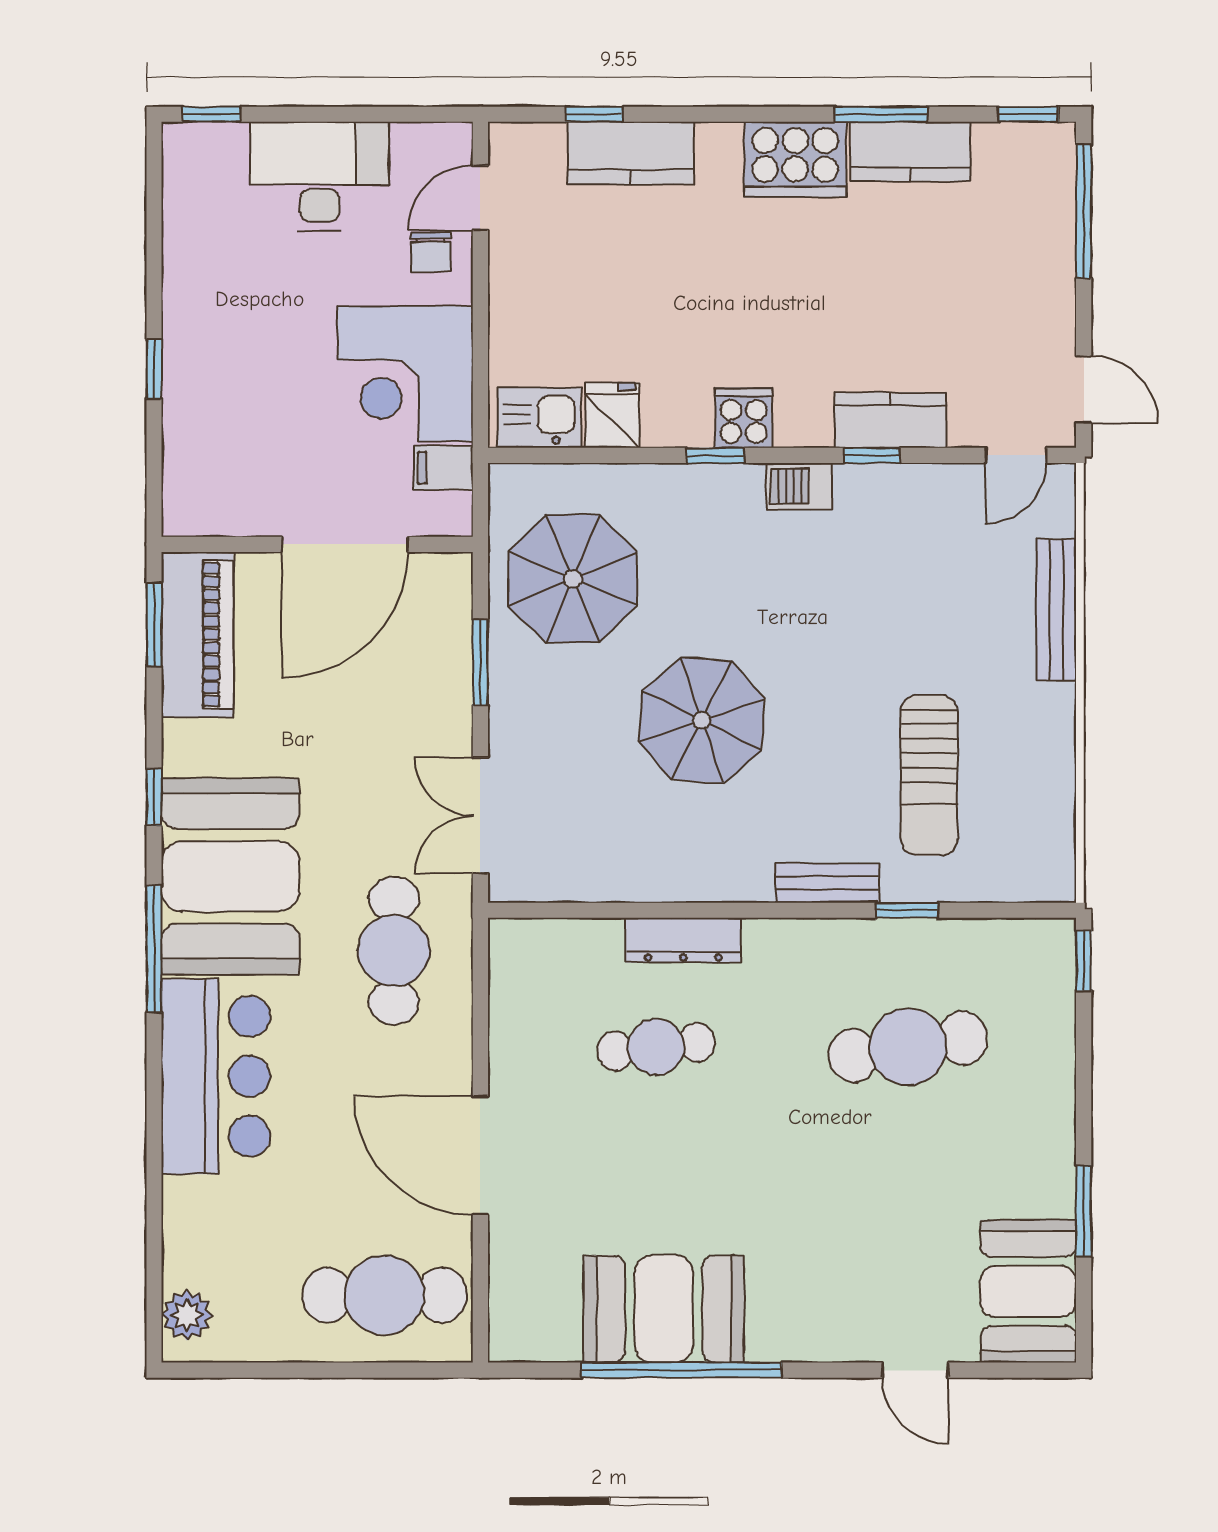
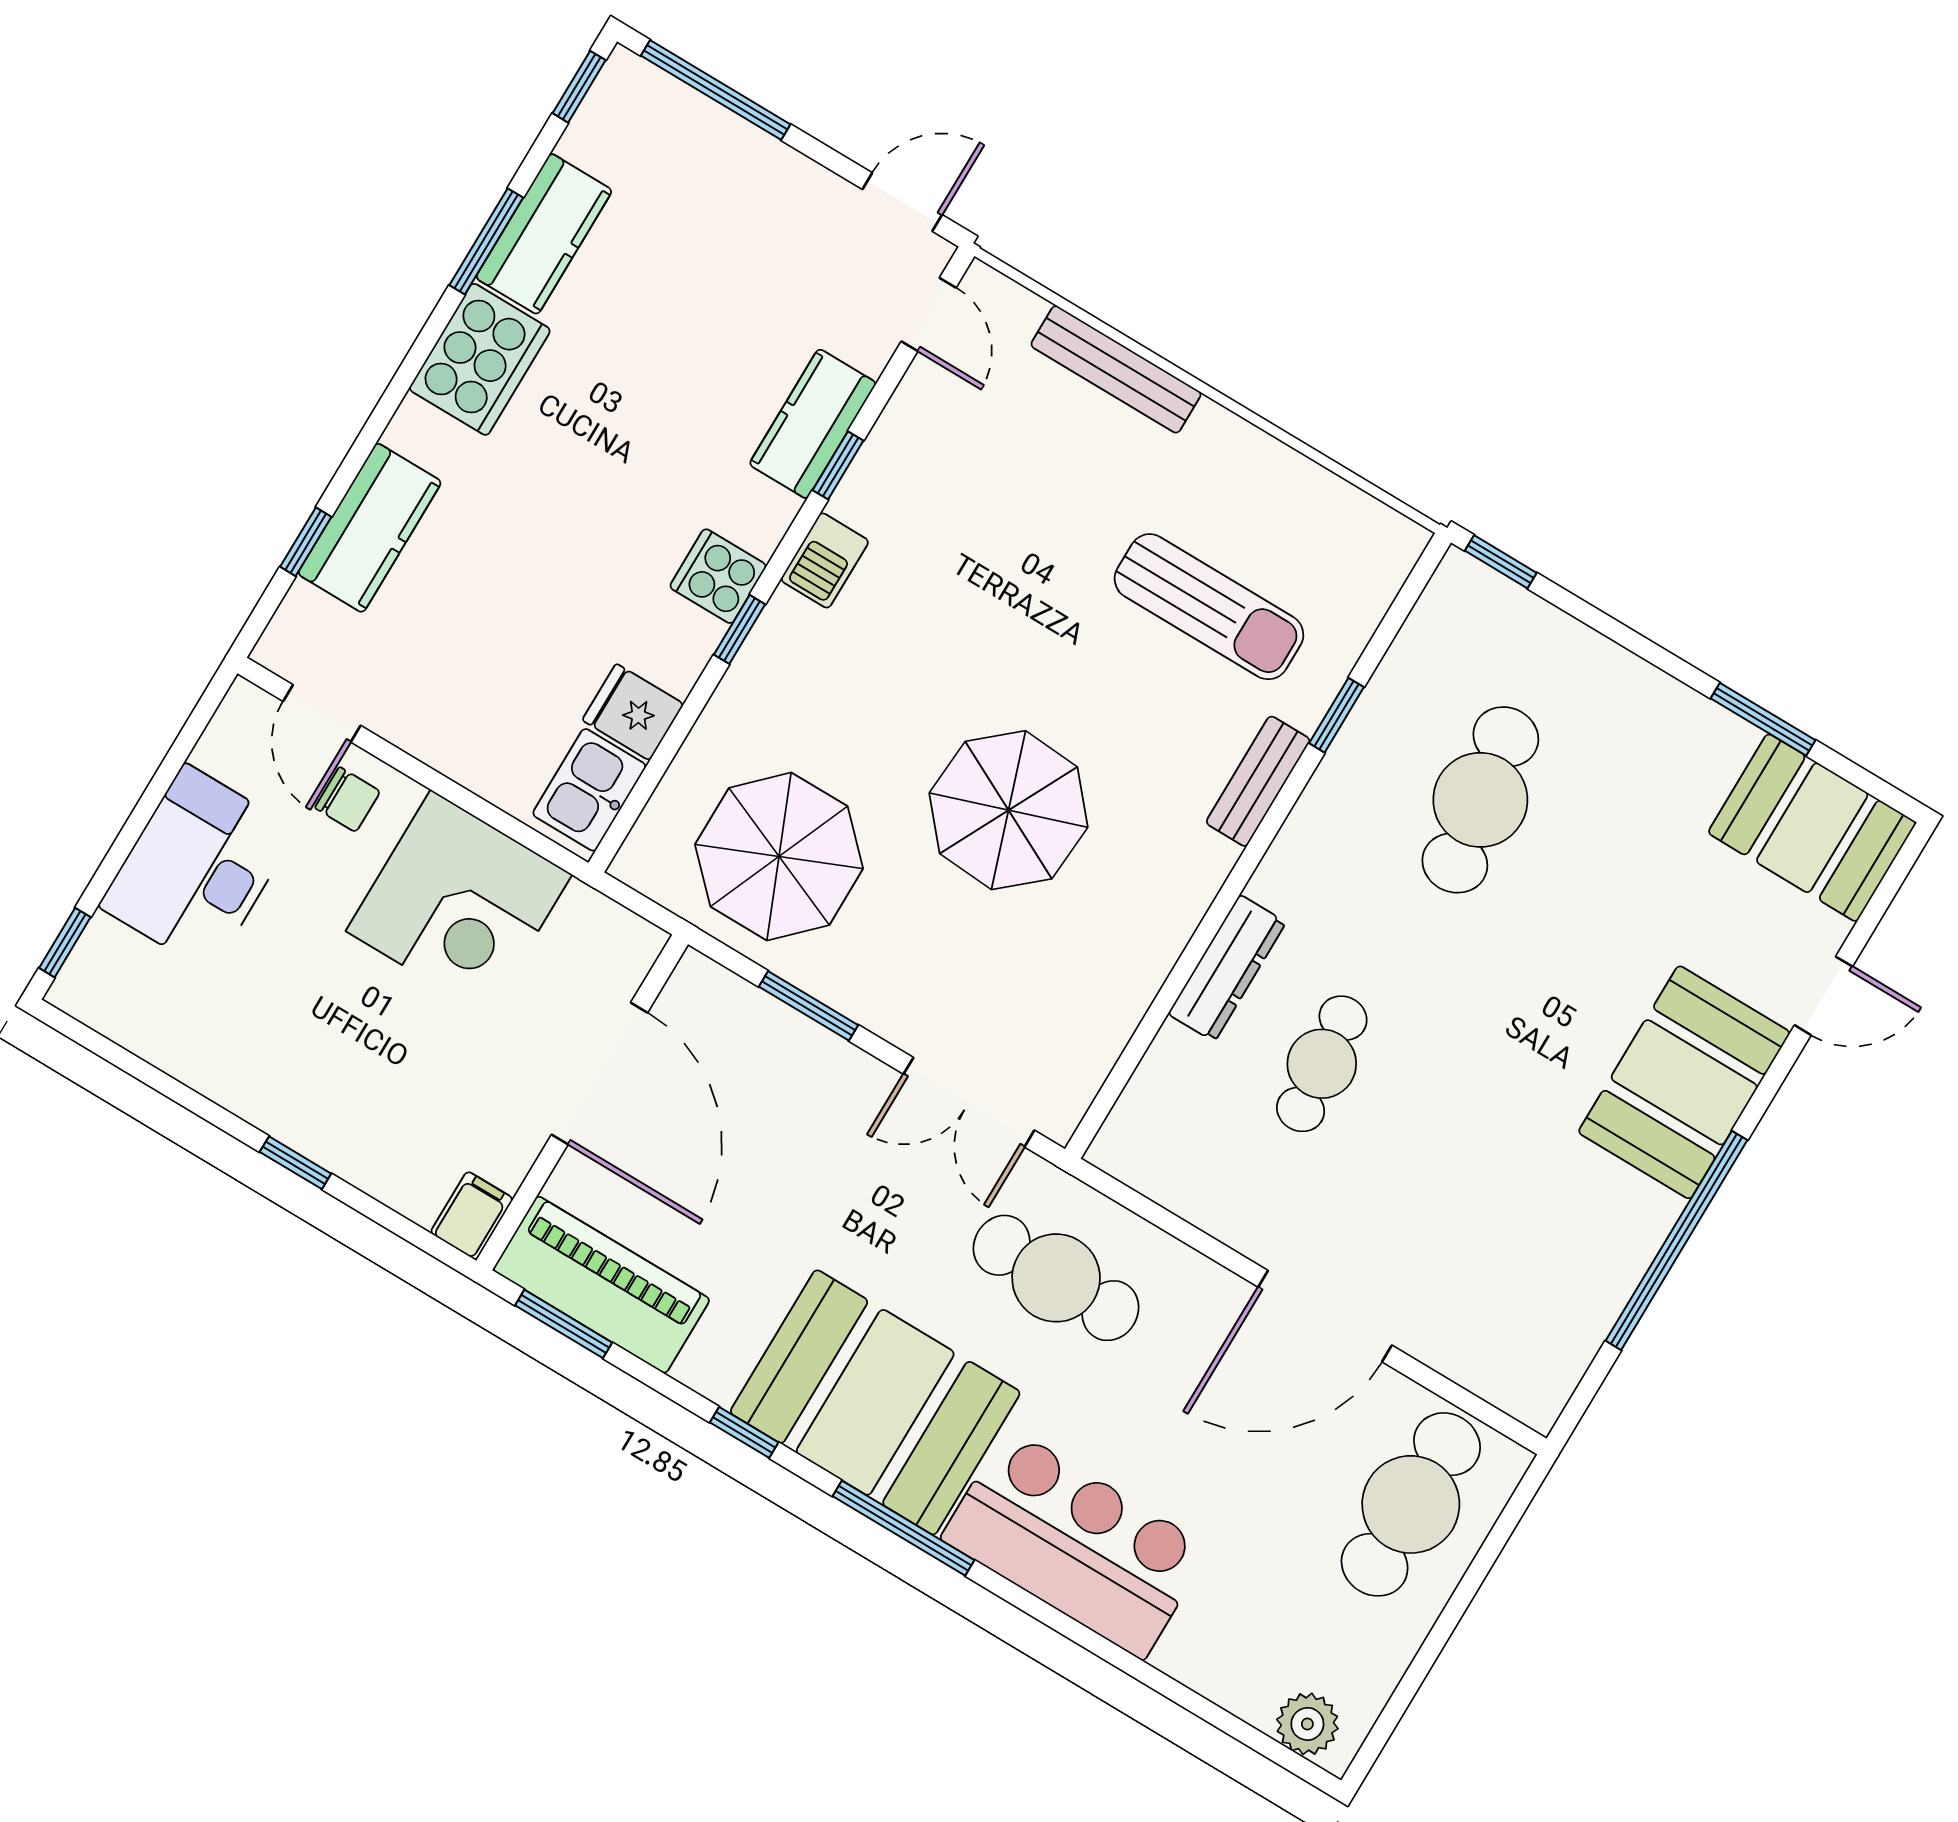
filing cabinet: (443, 468) -> (472, 1216), moved, turned 180
booth: (664, 1309) -> (1684, 1082), moved

